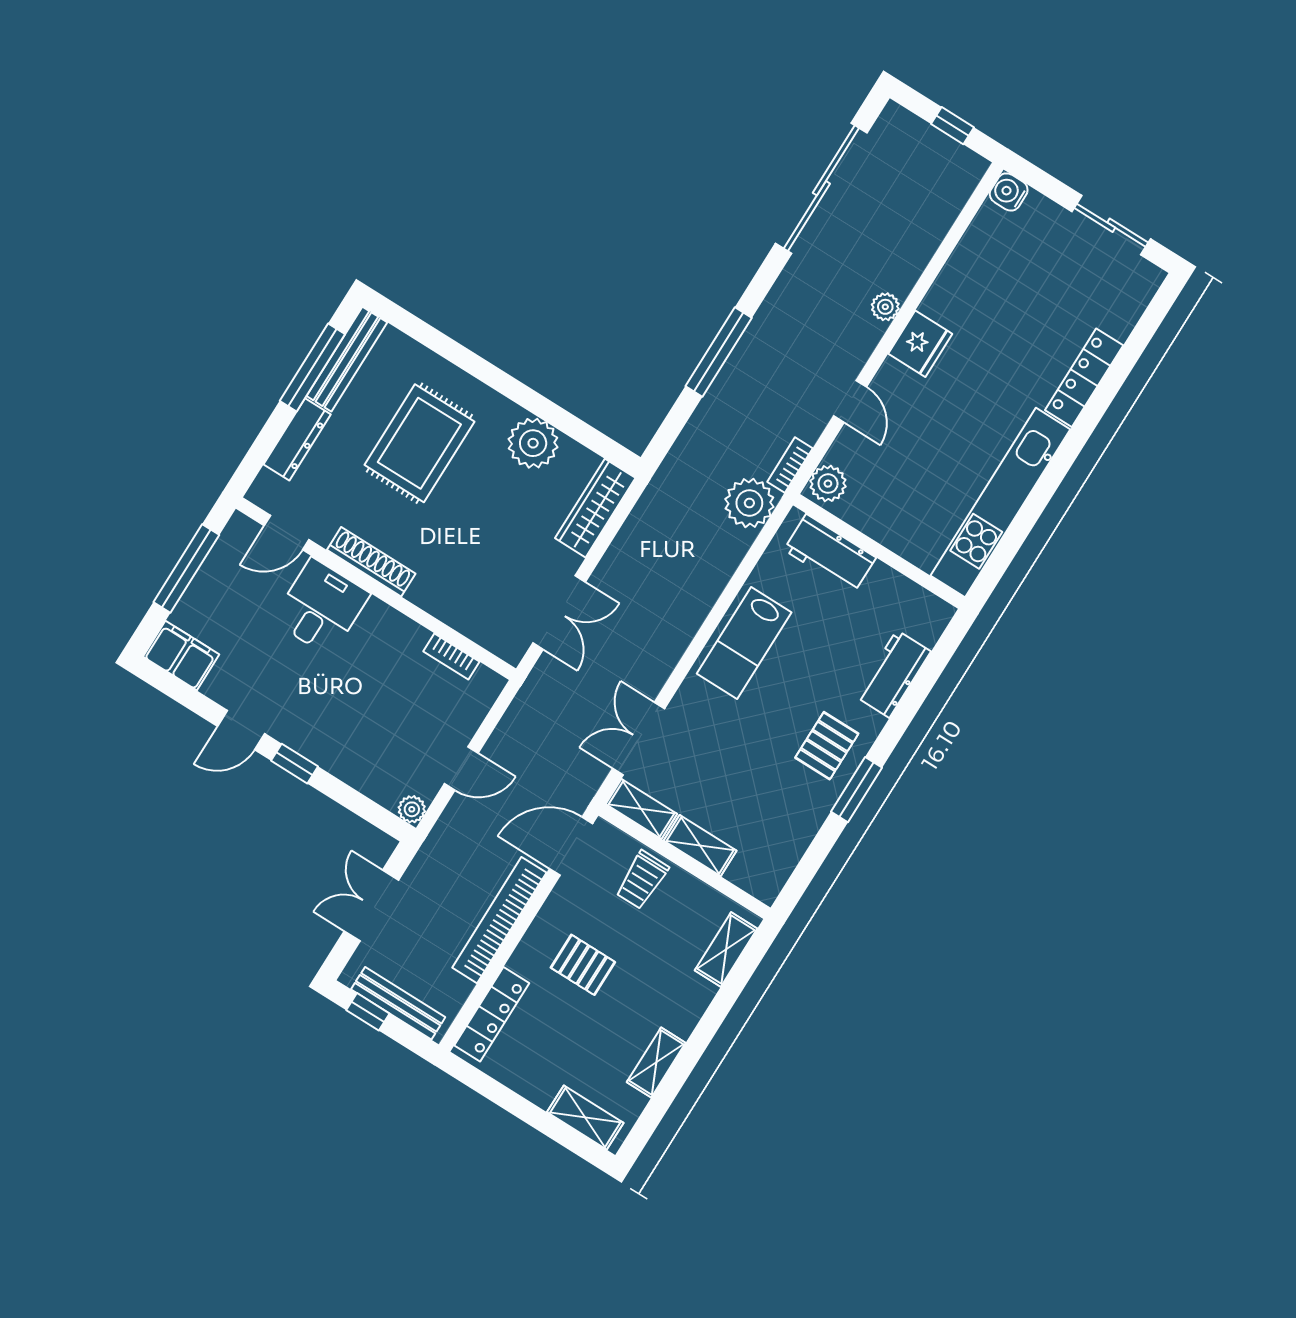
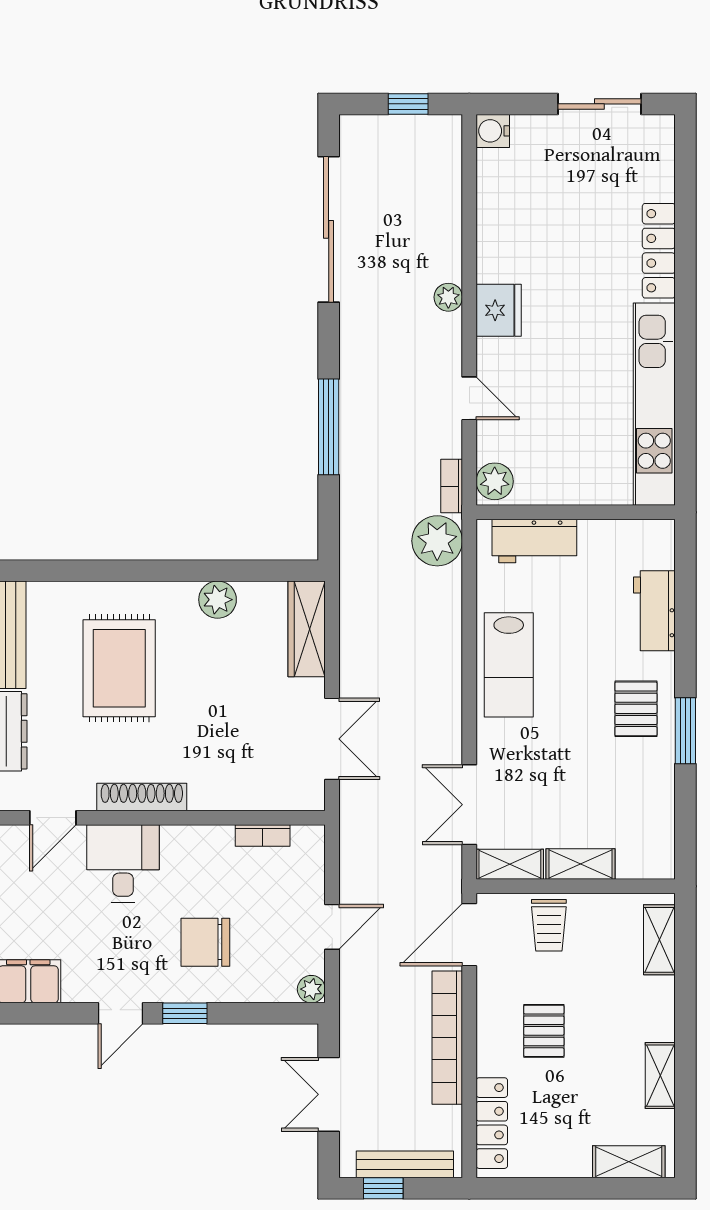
plant: (533, 443) -> (218, 600), width x0.73, depth x0.73
chair: (348, 715) -> (205, 942), added
pallet: (583, 965) -> (544, 1031), turned 90

